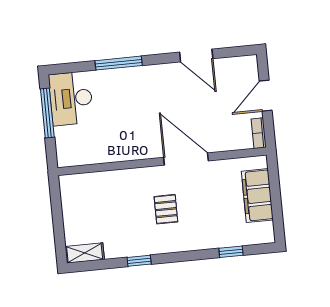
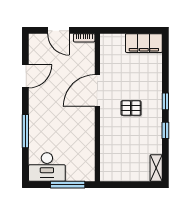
window: (47, 113) -> (68, 185), moved
filing cabinet: (257, 196) -> (144, 43), moved
window: (231, 252) -> (165, 101), moved

